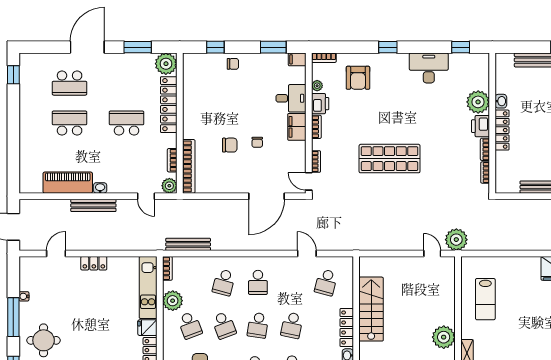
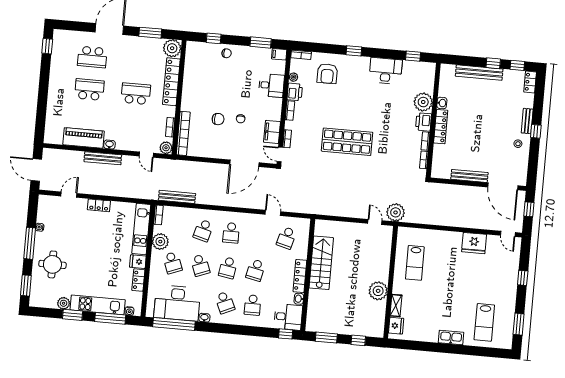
filing cabinet: (297, 127) -> (272, 132), moved

